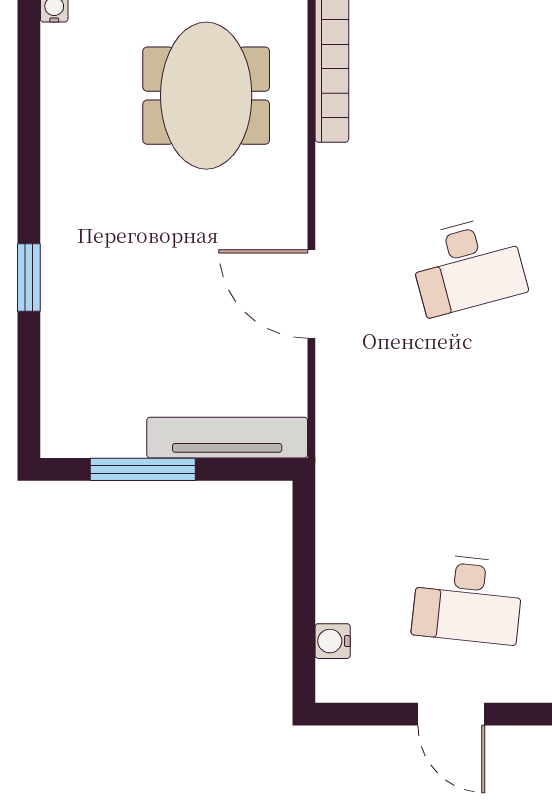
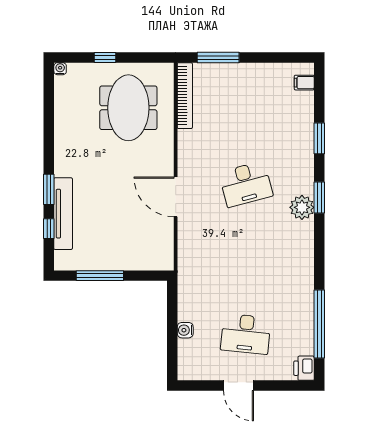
window: (29, 365) -> (49, 229), added
tv unit: (227, 438) -> (63, 214), moved, turned 90
water cooler: (333, 641) -> (185, 330), moved

